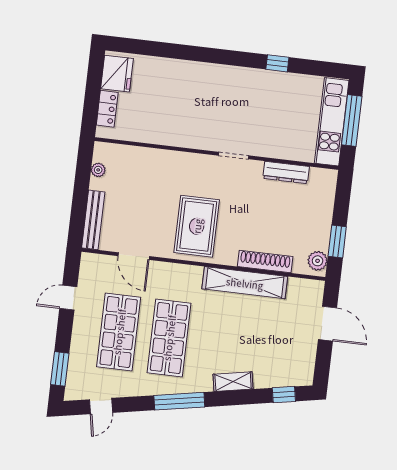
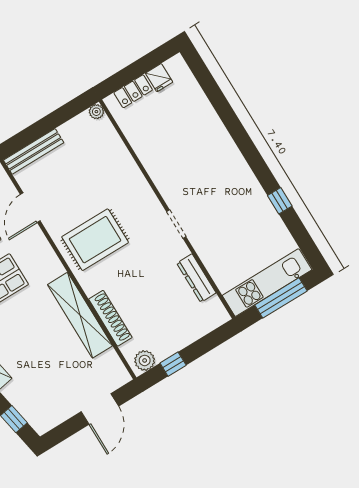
fridge: (117, 74) -> (159, 78), width x0.53, depth x0.75
plant: (98, 170) -> (96, 112), moved
window: (337, 241) -> (173, 364), width x0.67

